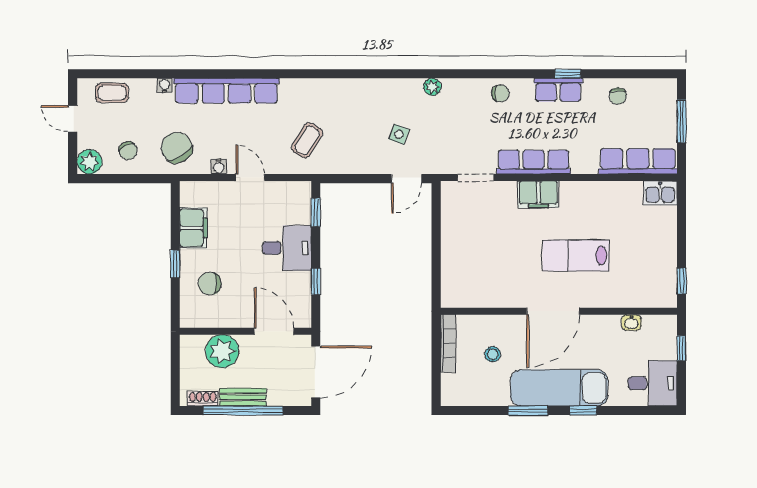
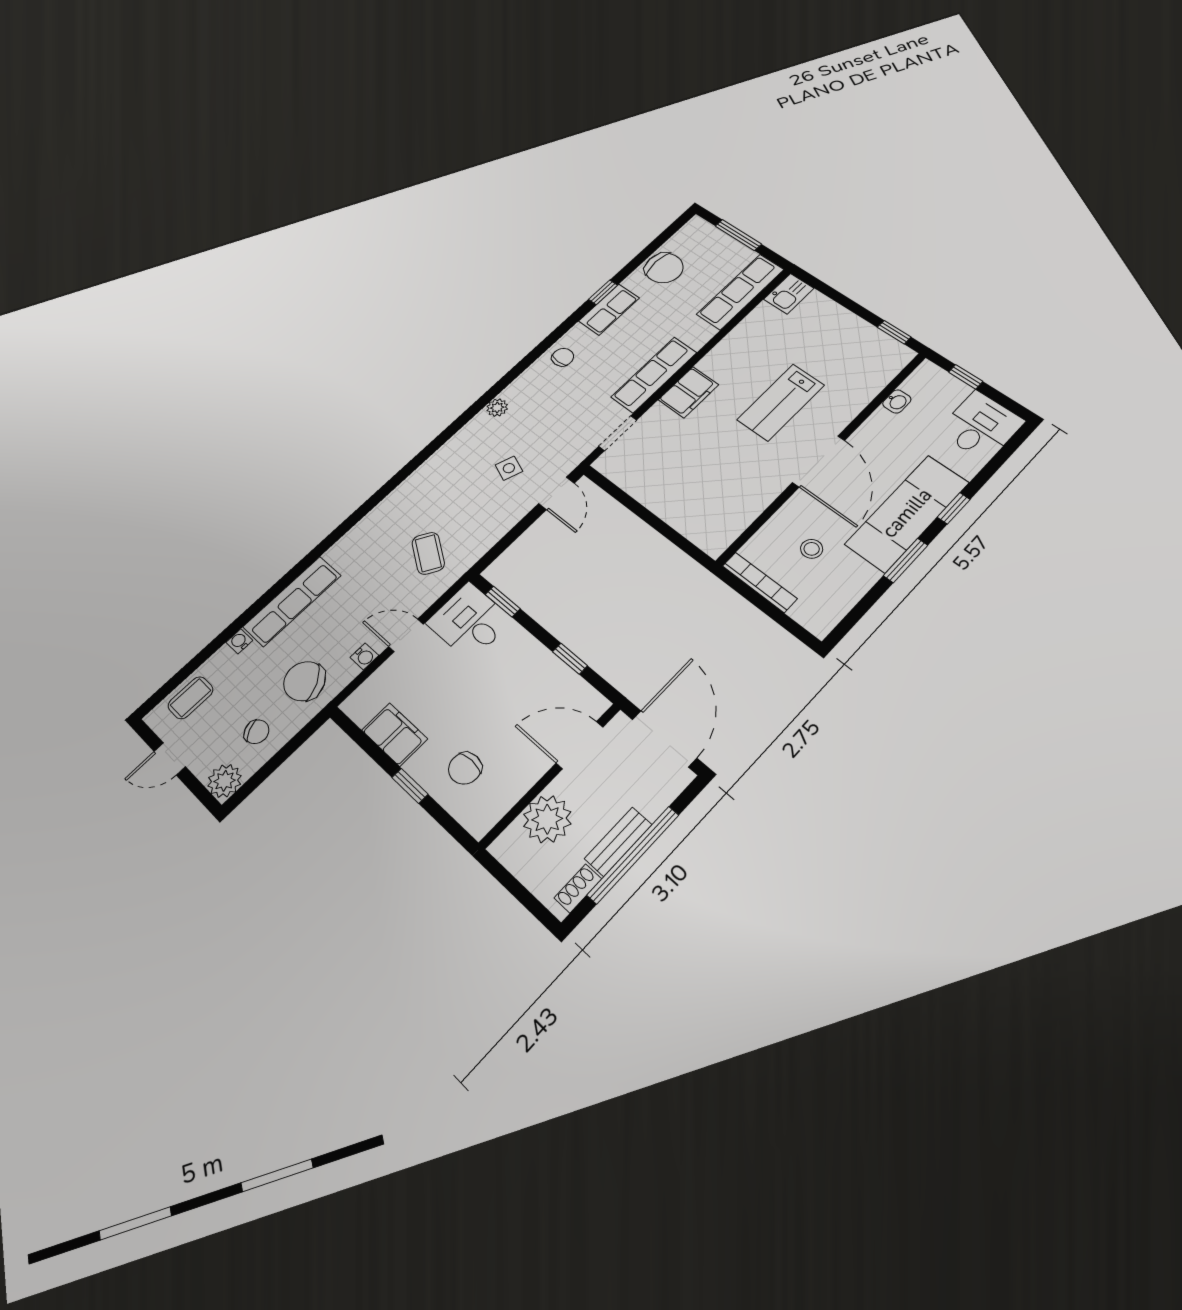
row of seats: (226, 91) -> (292, 601), width x0.73
chair: (618, 96) -> (664, 268), width x1.87, depth x1.87
desk: (287, 248) -> (470, 621), moved, turned -90

